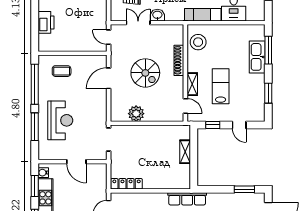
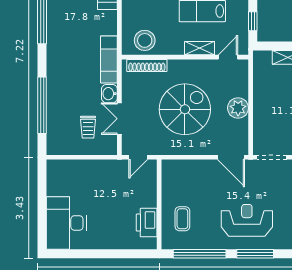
exam couch: (203, 15) -> (109, 60), moved
printer: (46, 22) -> (147, 223), moved, turned -90
shoe rack: (179, 60) -> (147, 65), moved
spiral stairs: (145, 73) -> (185, 109), width x1.37, depth x1.37
door: (109, 78) -> (231, 157), moved
plant: (136, 114) -> (238, 108), moved

